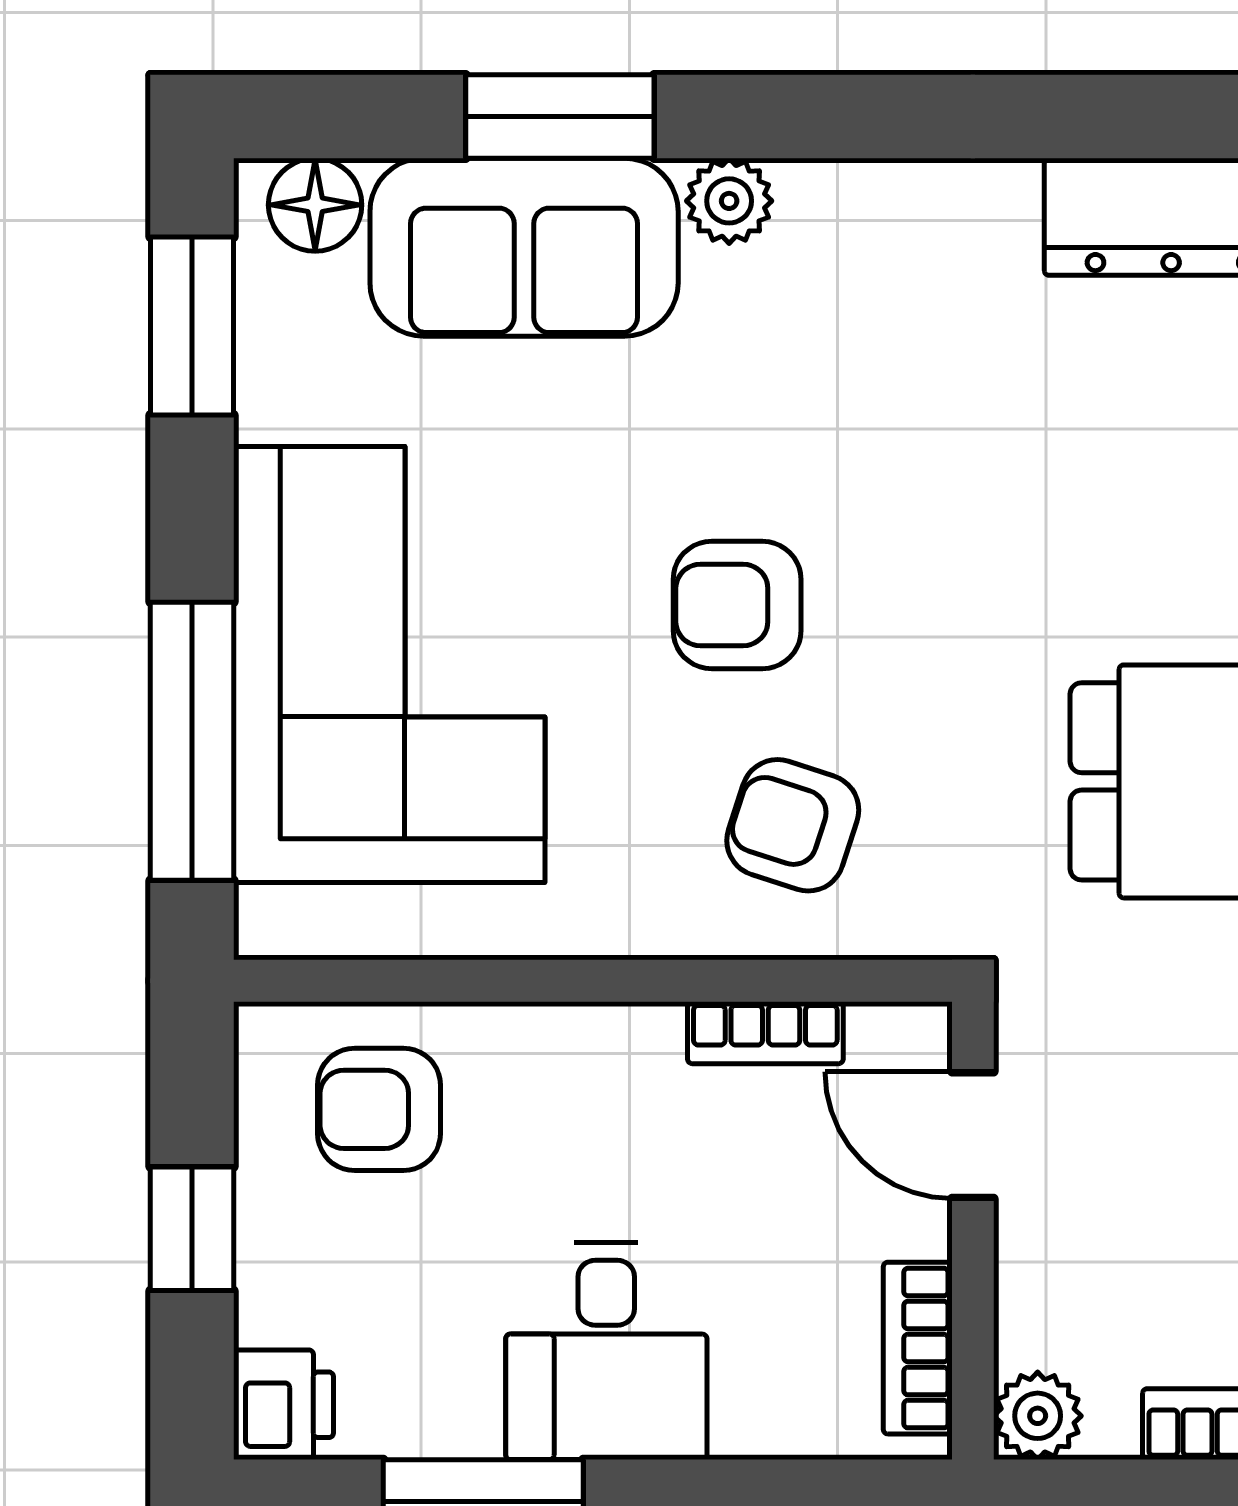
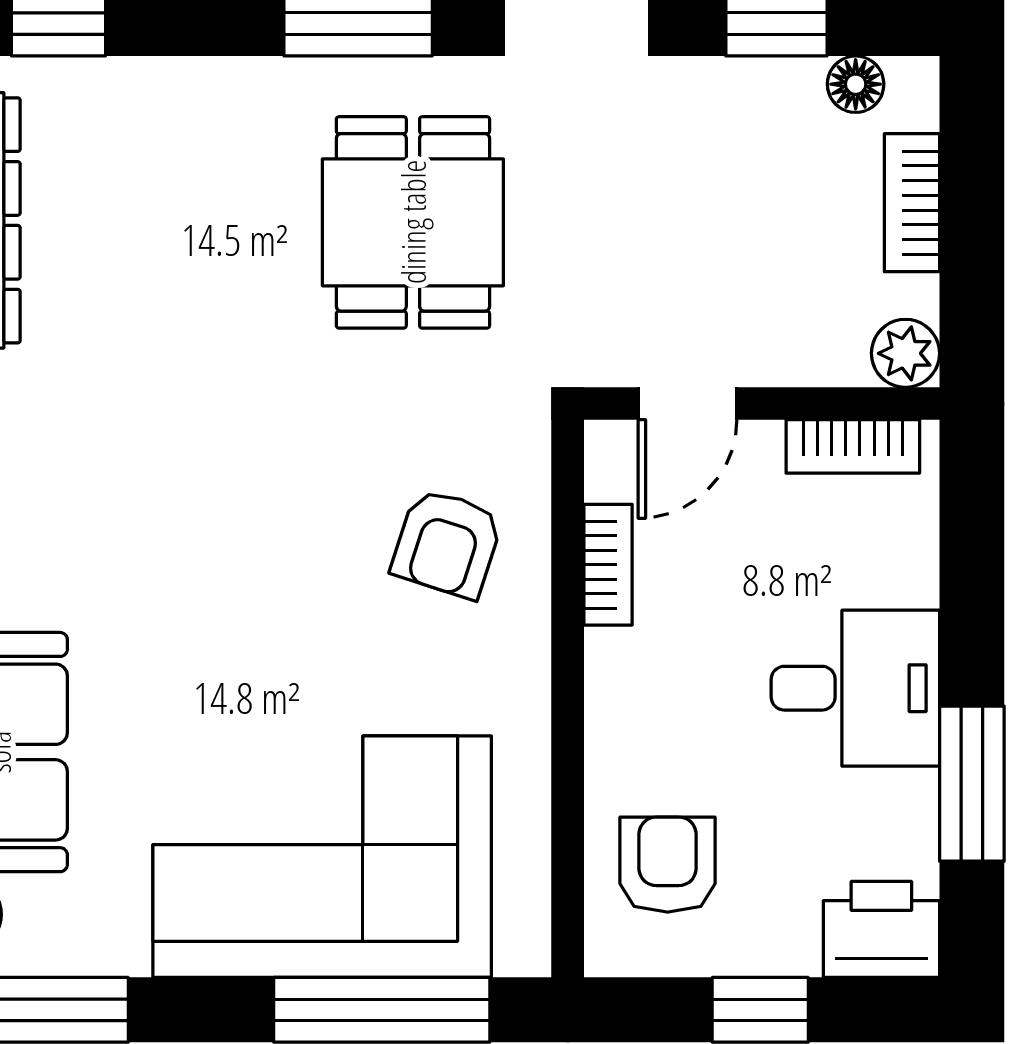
armchair: (737, 605) -> (276, 587), removed
armchair: (379, 1109) -> (668, 865), turned 180
printer: (284, 1405) -> (881, 929), width x1.36, depth x1.24

